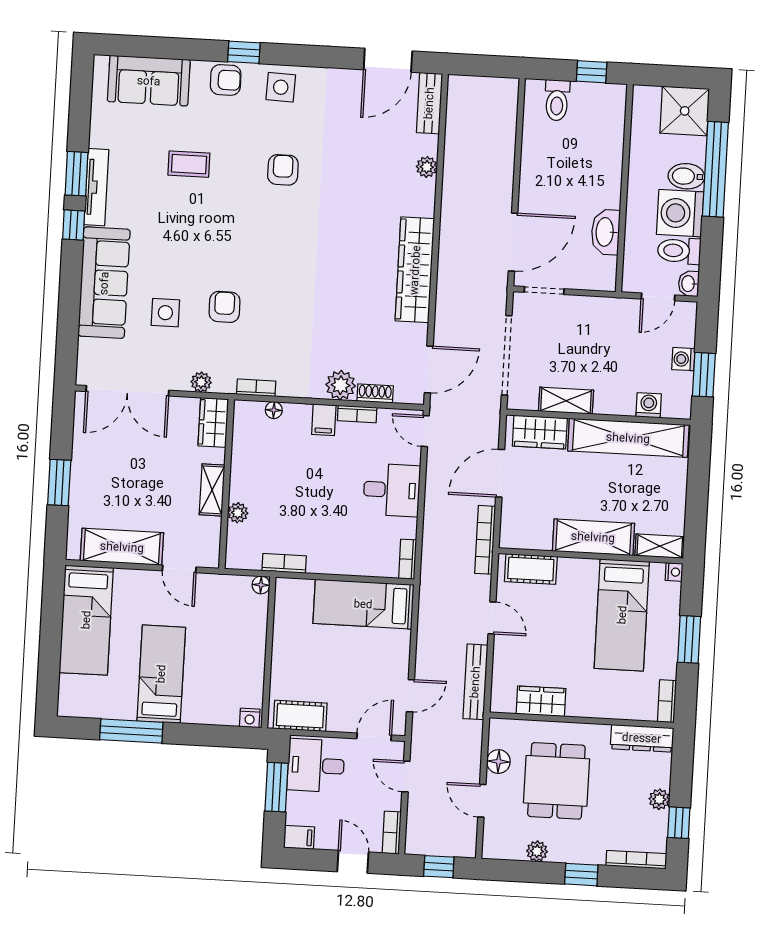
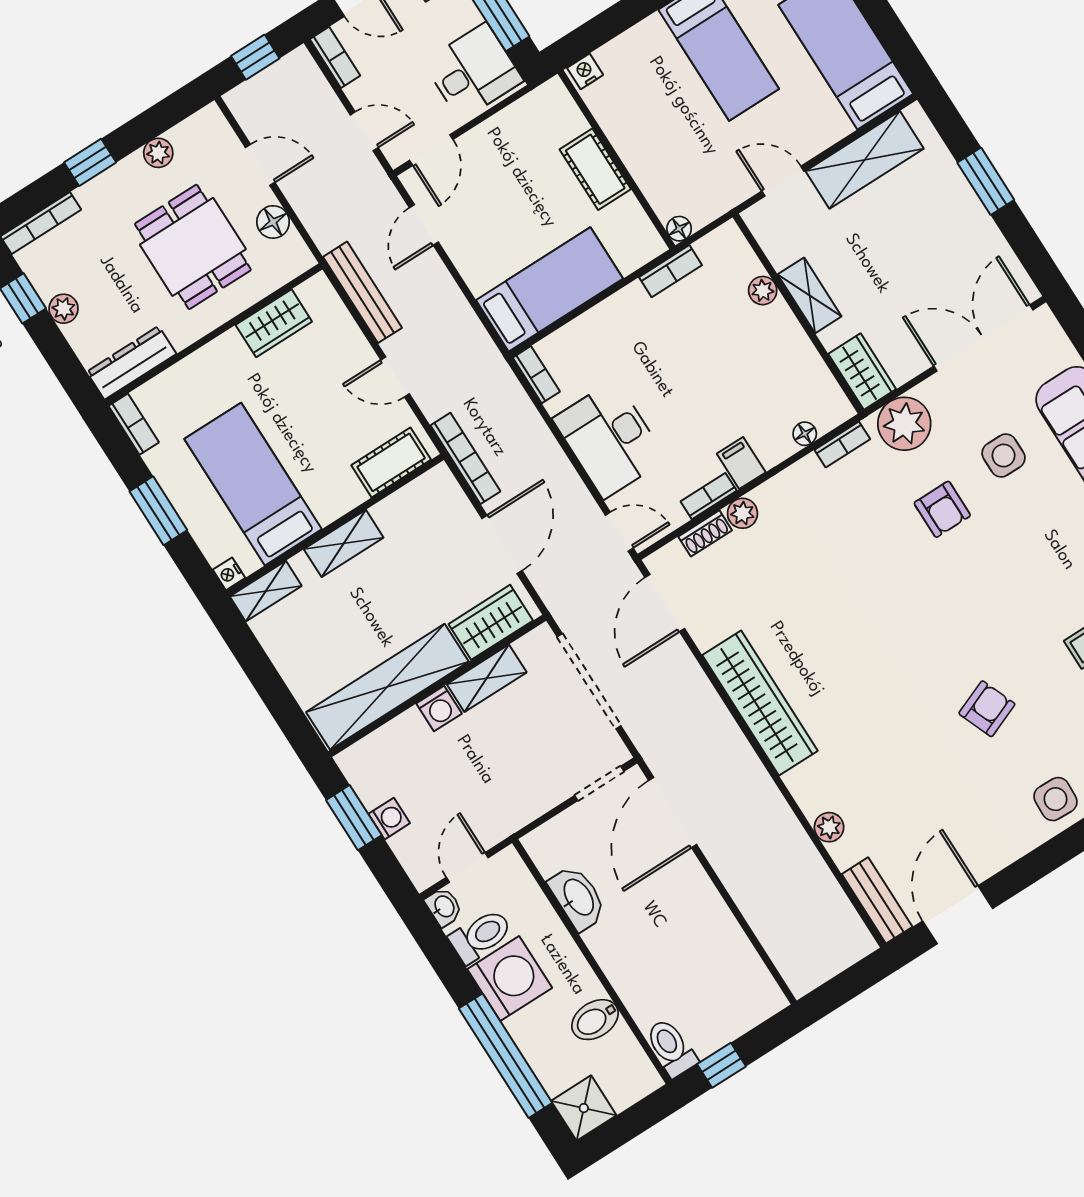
toilet: (557, 100) -> (671, 1048), moved
shower: (685, 111) -> (584, 1108), width x0.73, depth x0.73
armchair: (283, 170) -> (987, 709), turned -112
bidet: (686, 176) -> (595, 1020), moved, turned 180
plant: (201, 382) -> (904, 424), width x1.88, depth x1.88
plant: (341, 385) -> (742, 513), width x0.73, depth x0.73
washing machine: (649, 405) -> (439, 709), moved
desk: (392, 490) -> (609, 439), width x1.37
shelving: (593, 537) -> (344, 543), width x0.67, depth x0.75
cot: (300, 716) -> (595, 169), moved, turned 90

